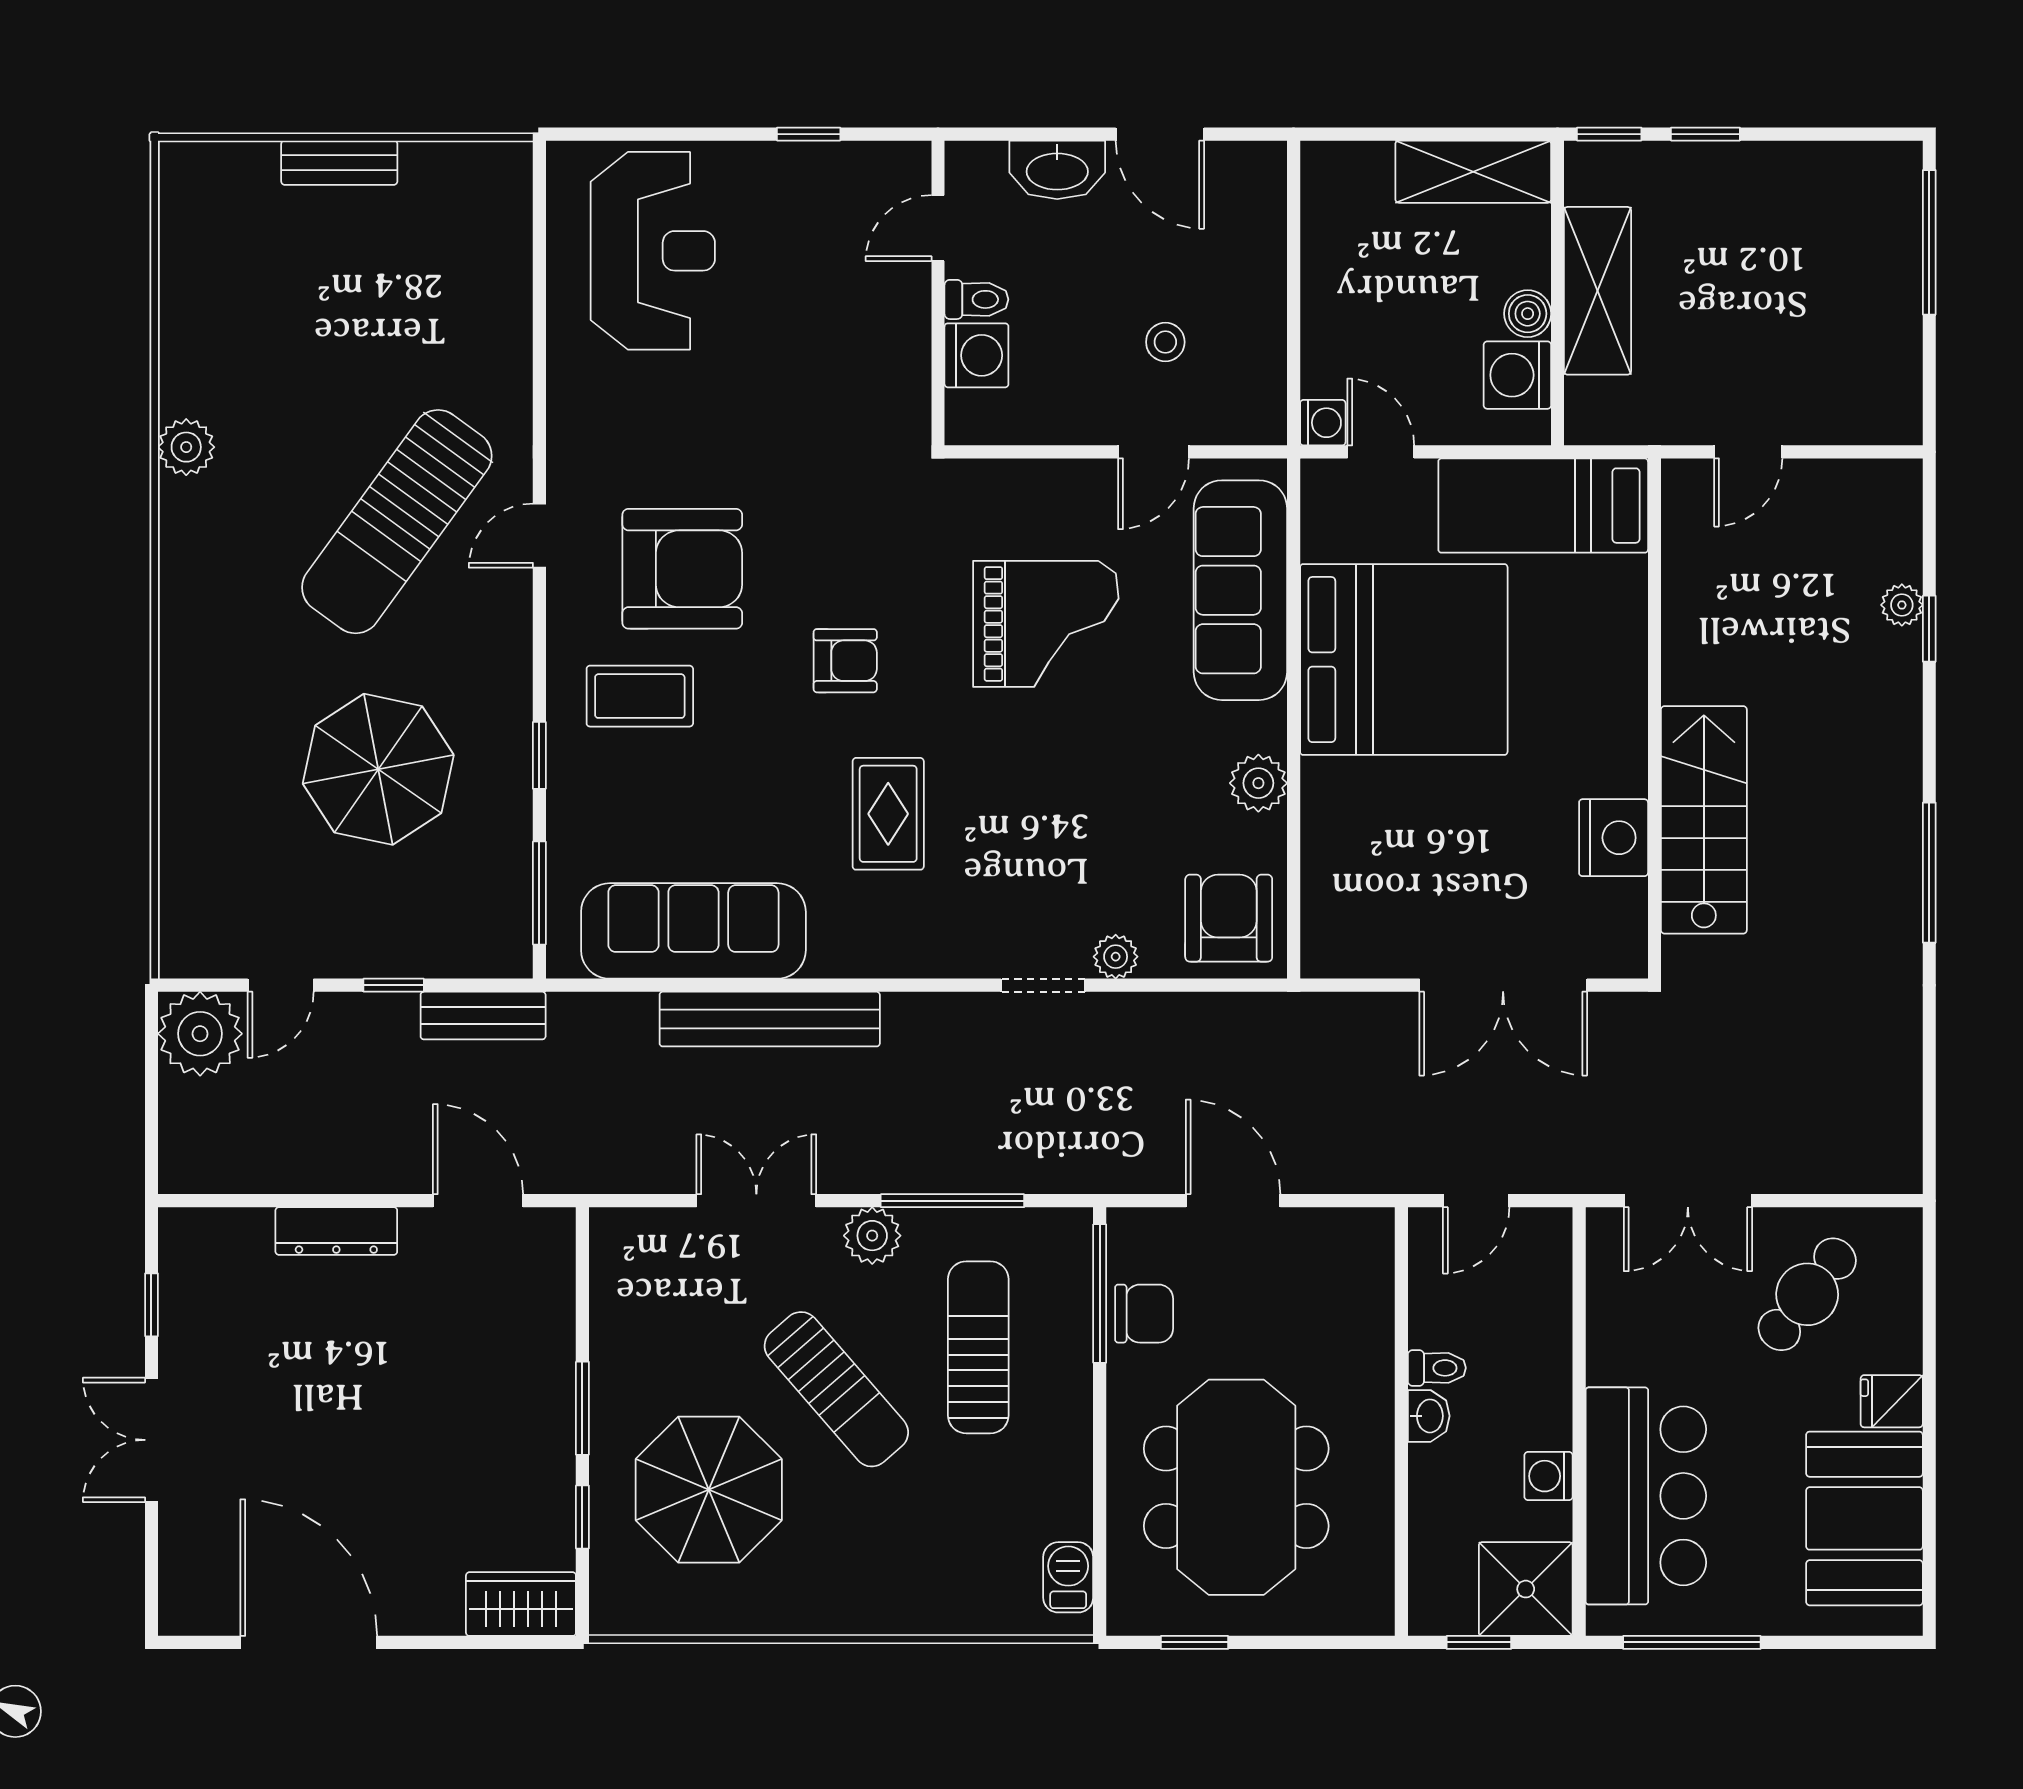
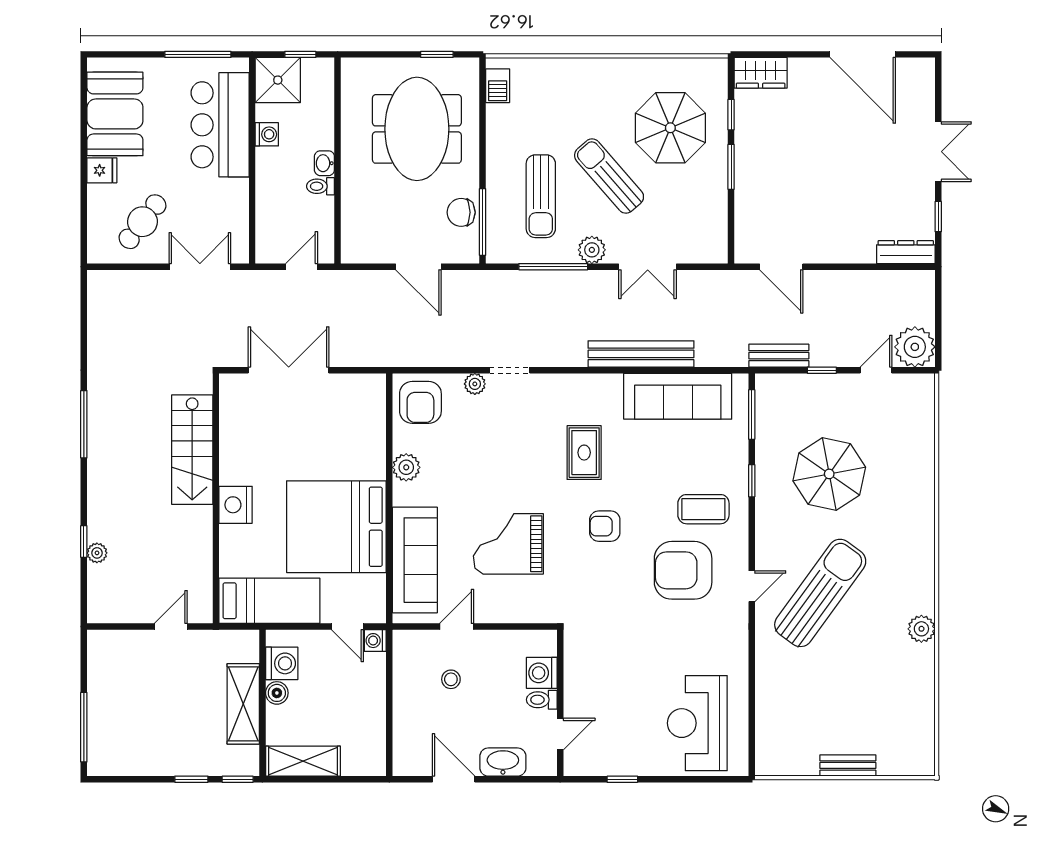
nightstand: (1614, 838) -> (236, 505), moved
dresser: (336, 1231) -> (906, 252), moved

